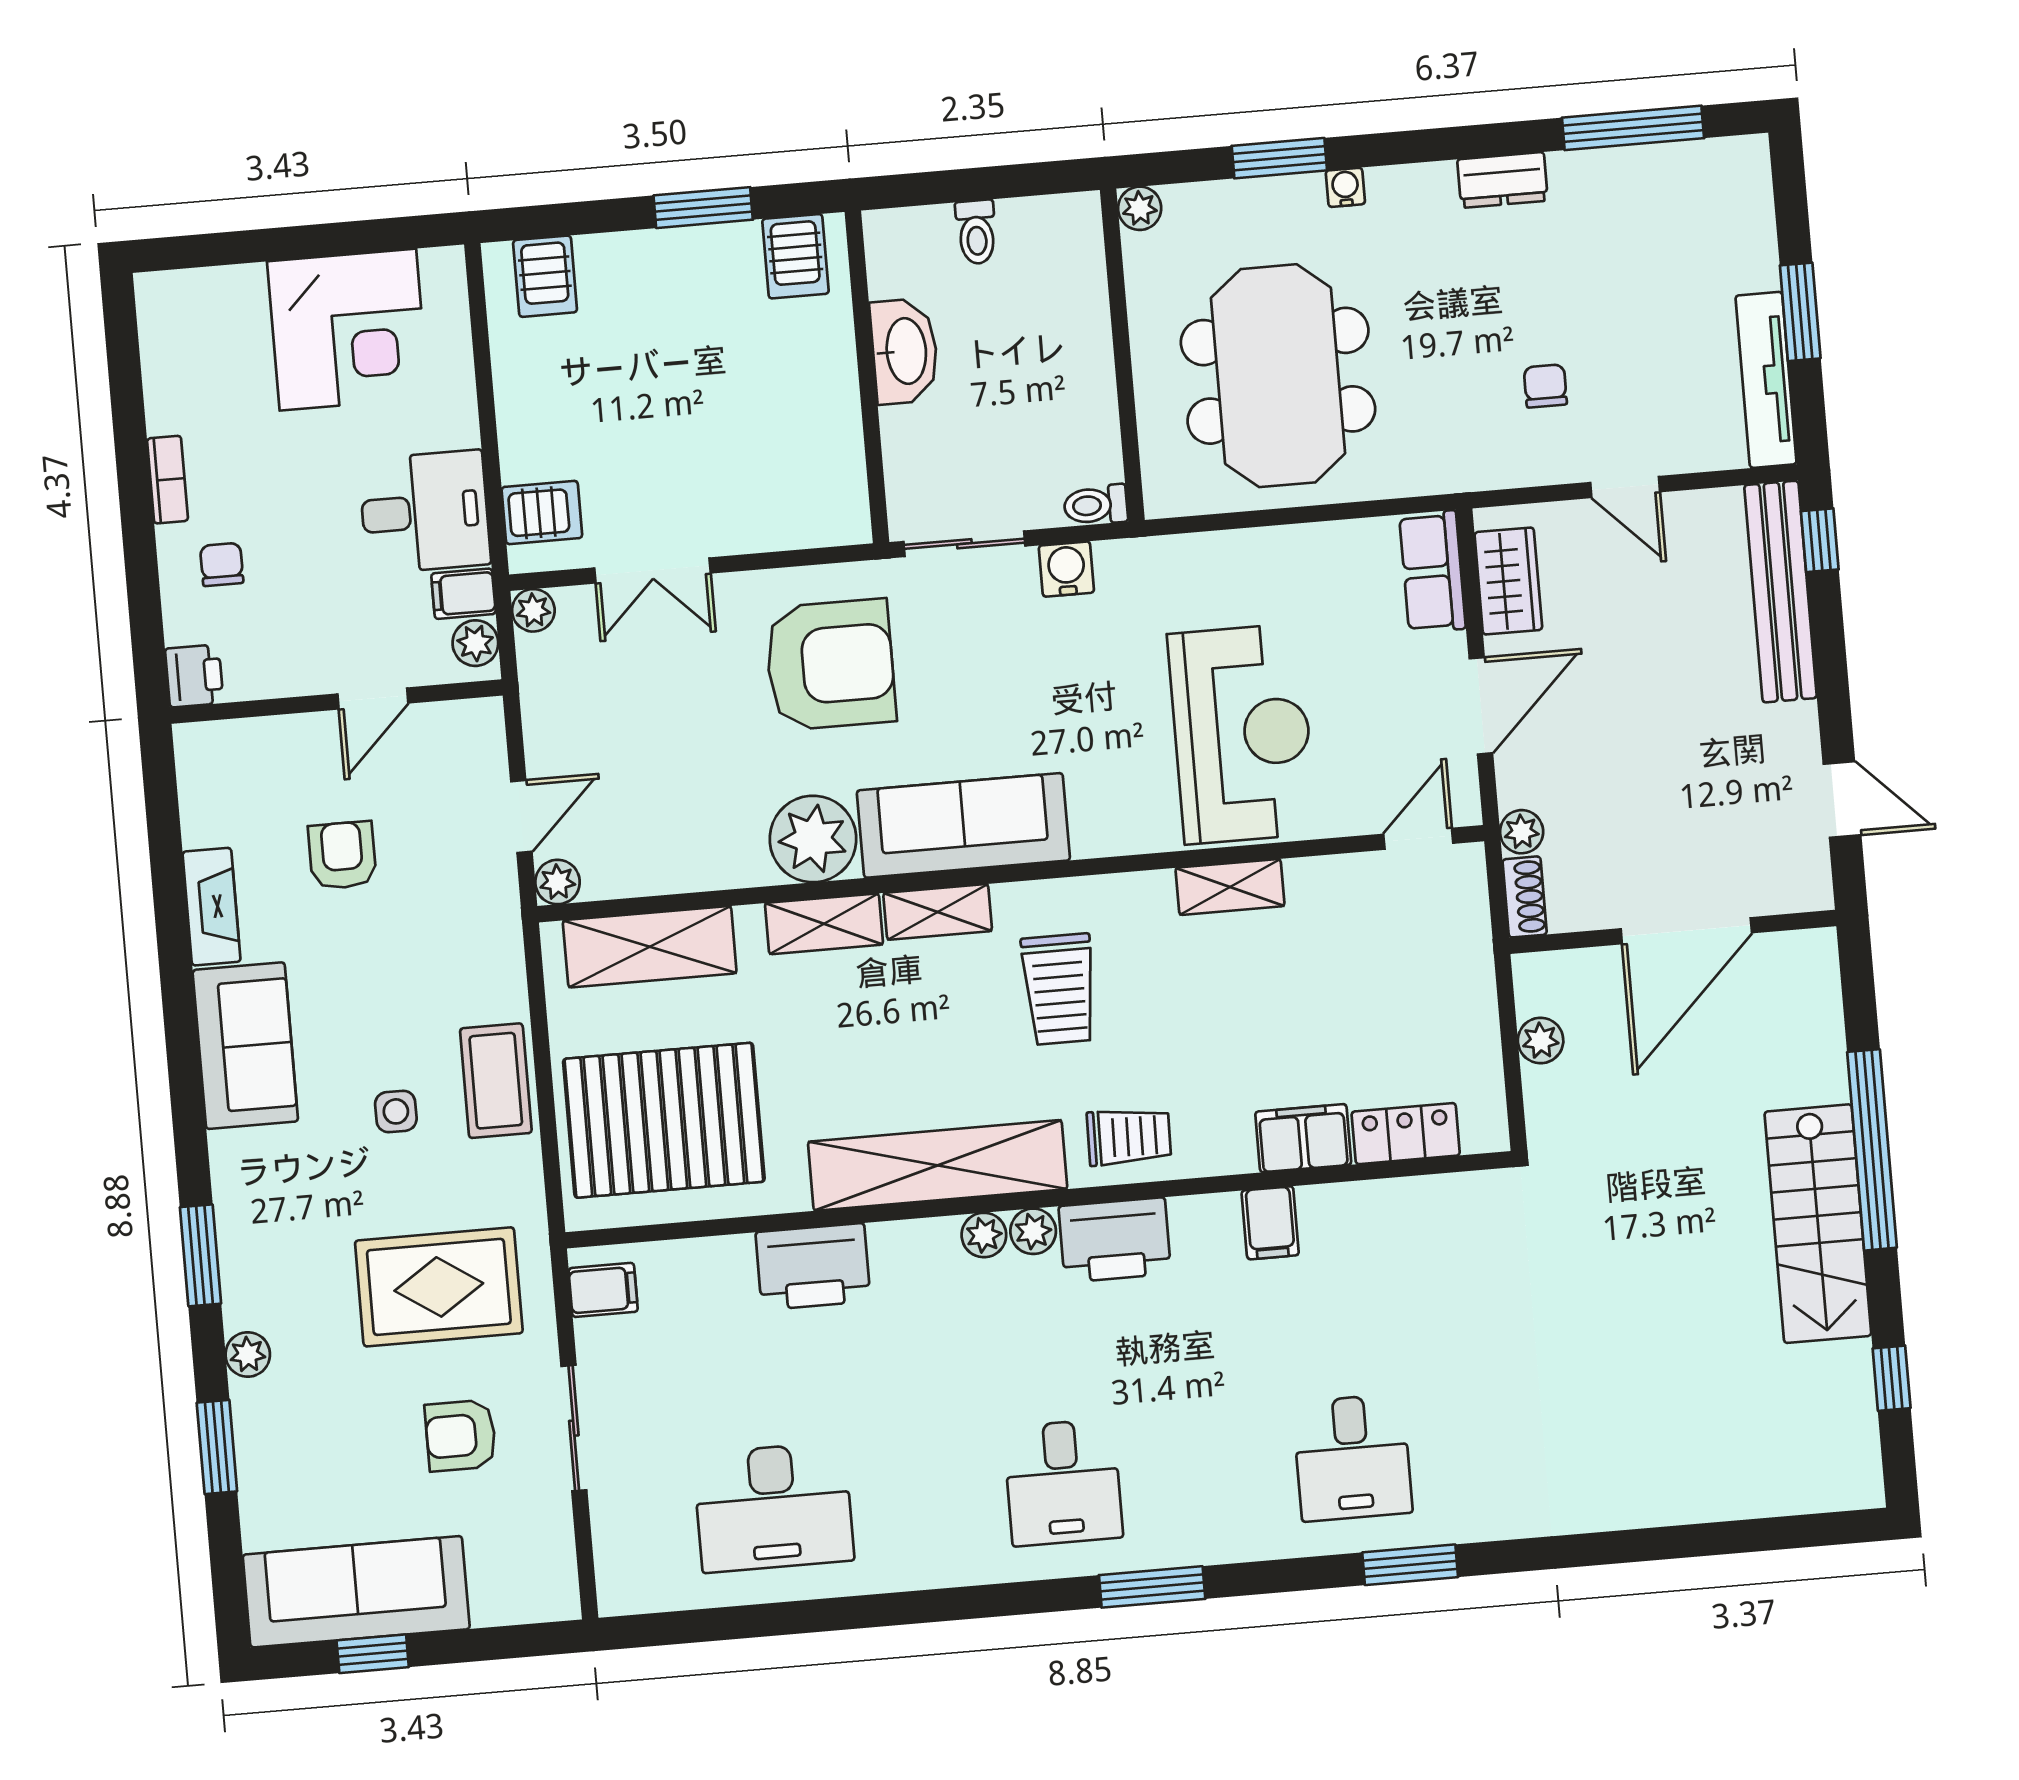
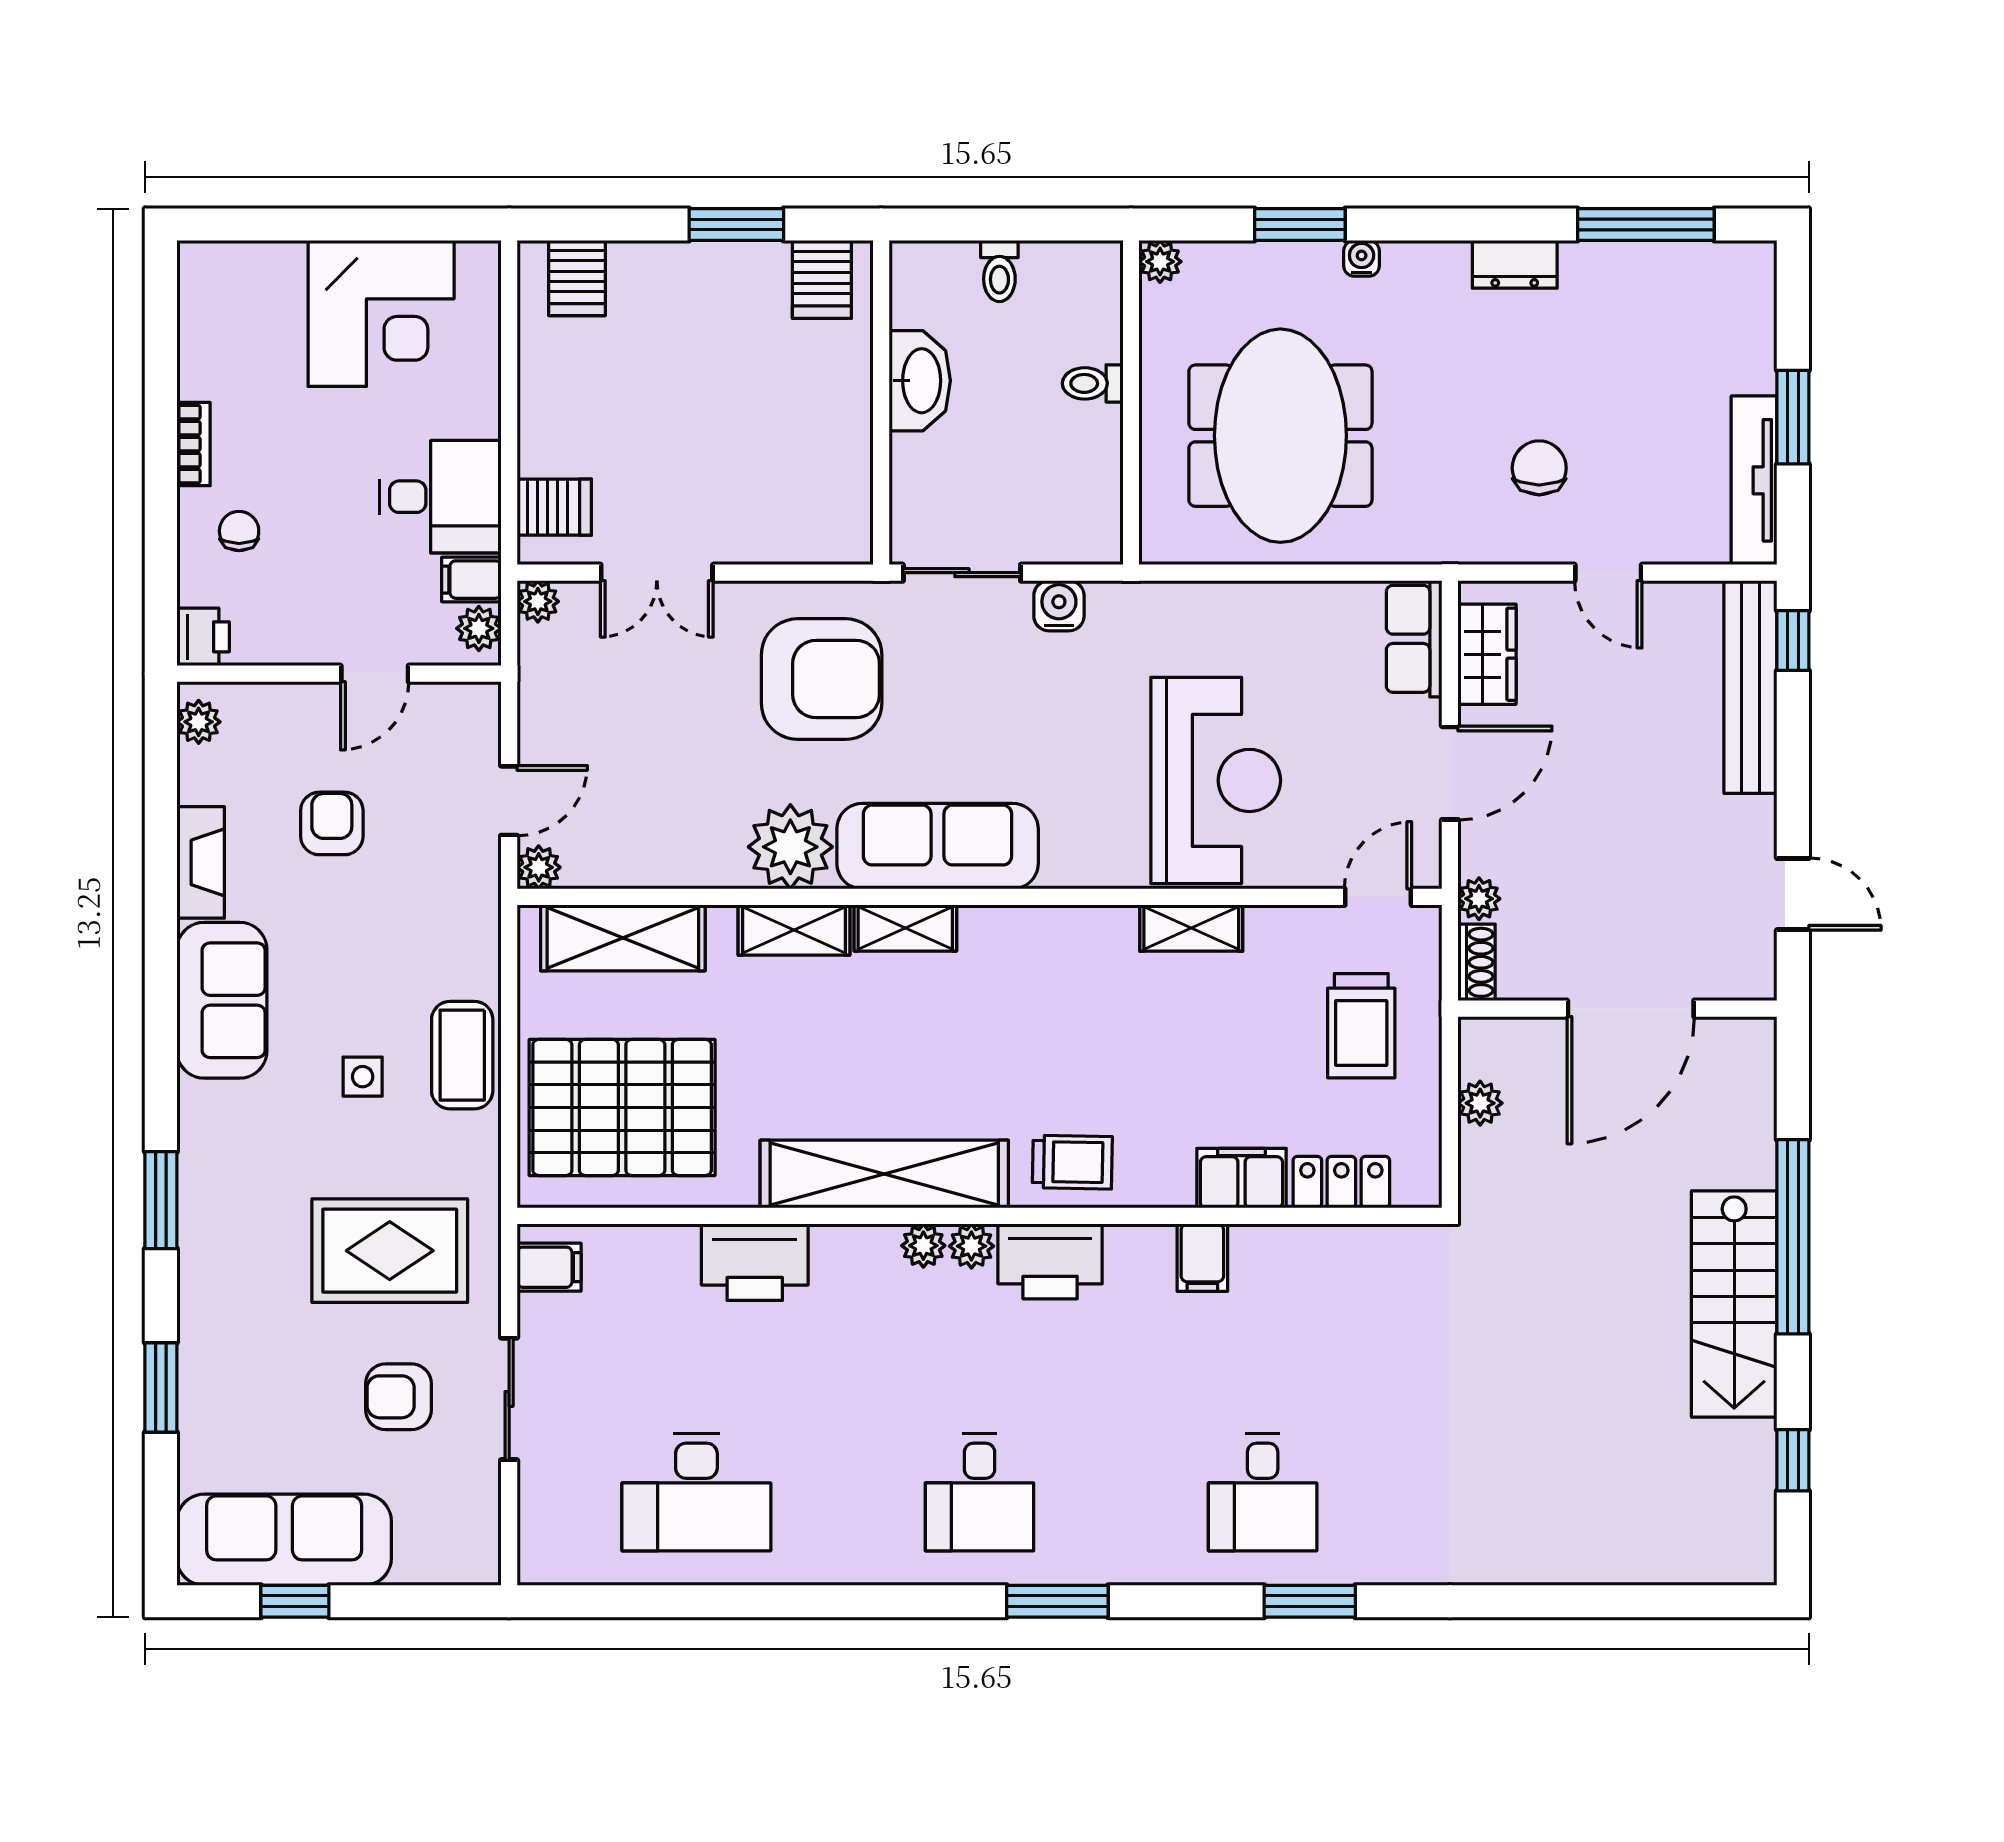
chair: (1545, 386) -> (1539, 468), width x1.37, depth x1.37
toilet: (1096, 505) -> (1093, 383), moved
trolley: (1059, 989) -> (1361, 1026), moved
plant: (248, 1354) -> (199, 722), moved

